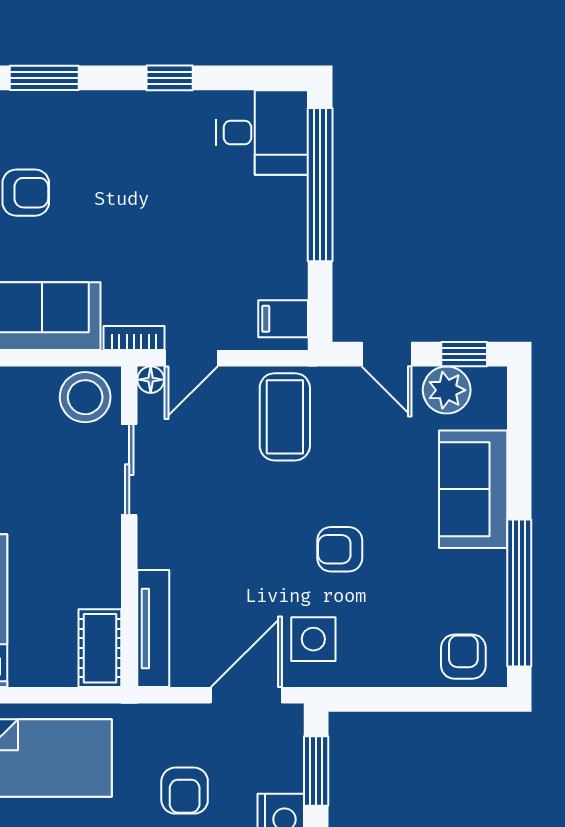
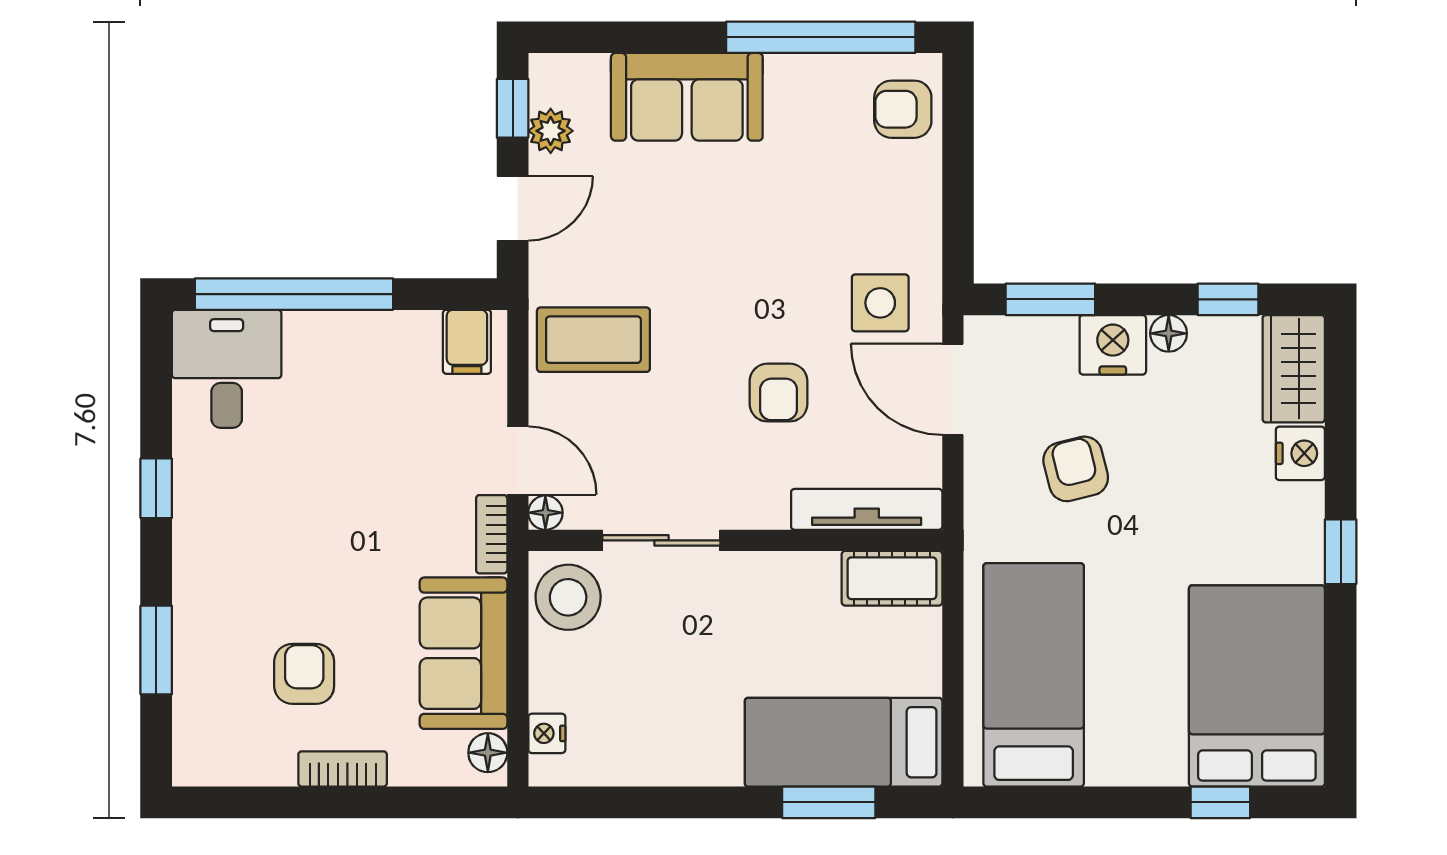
plant: (447, 390) -> (551, 131), width x0.73, depth x0.73
armchair: (340, 549) -> (779, 393), moved
armchair: (185, 791) -> (1076, 469), turned -104

